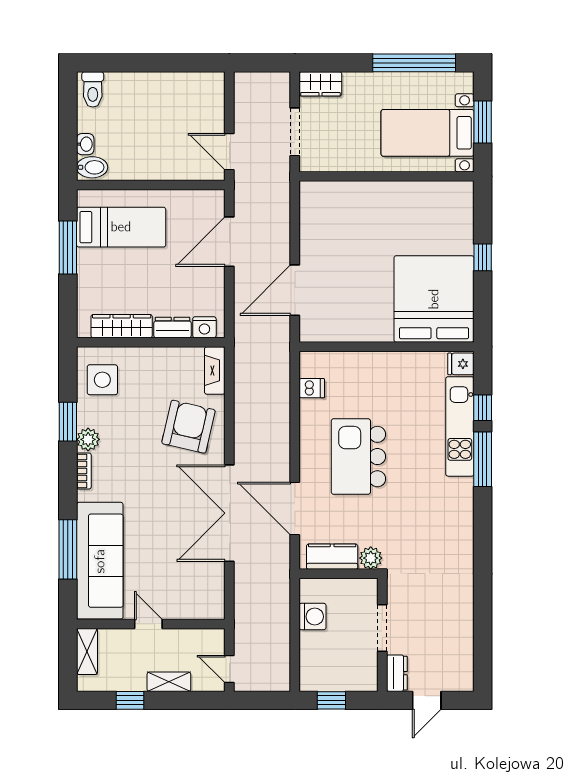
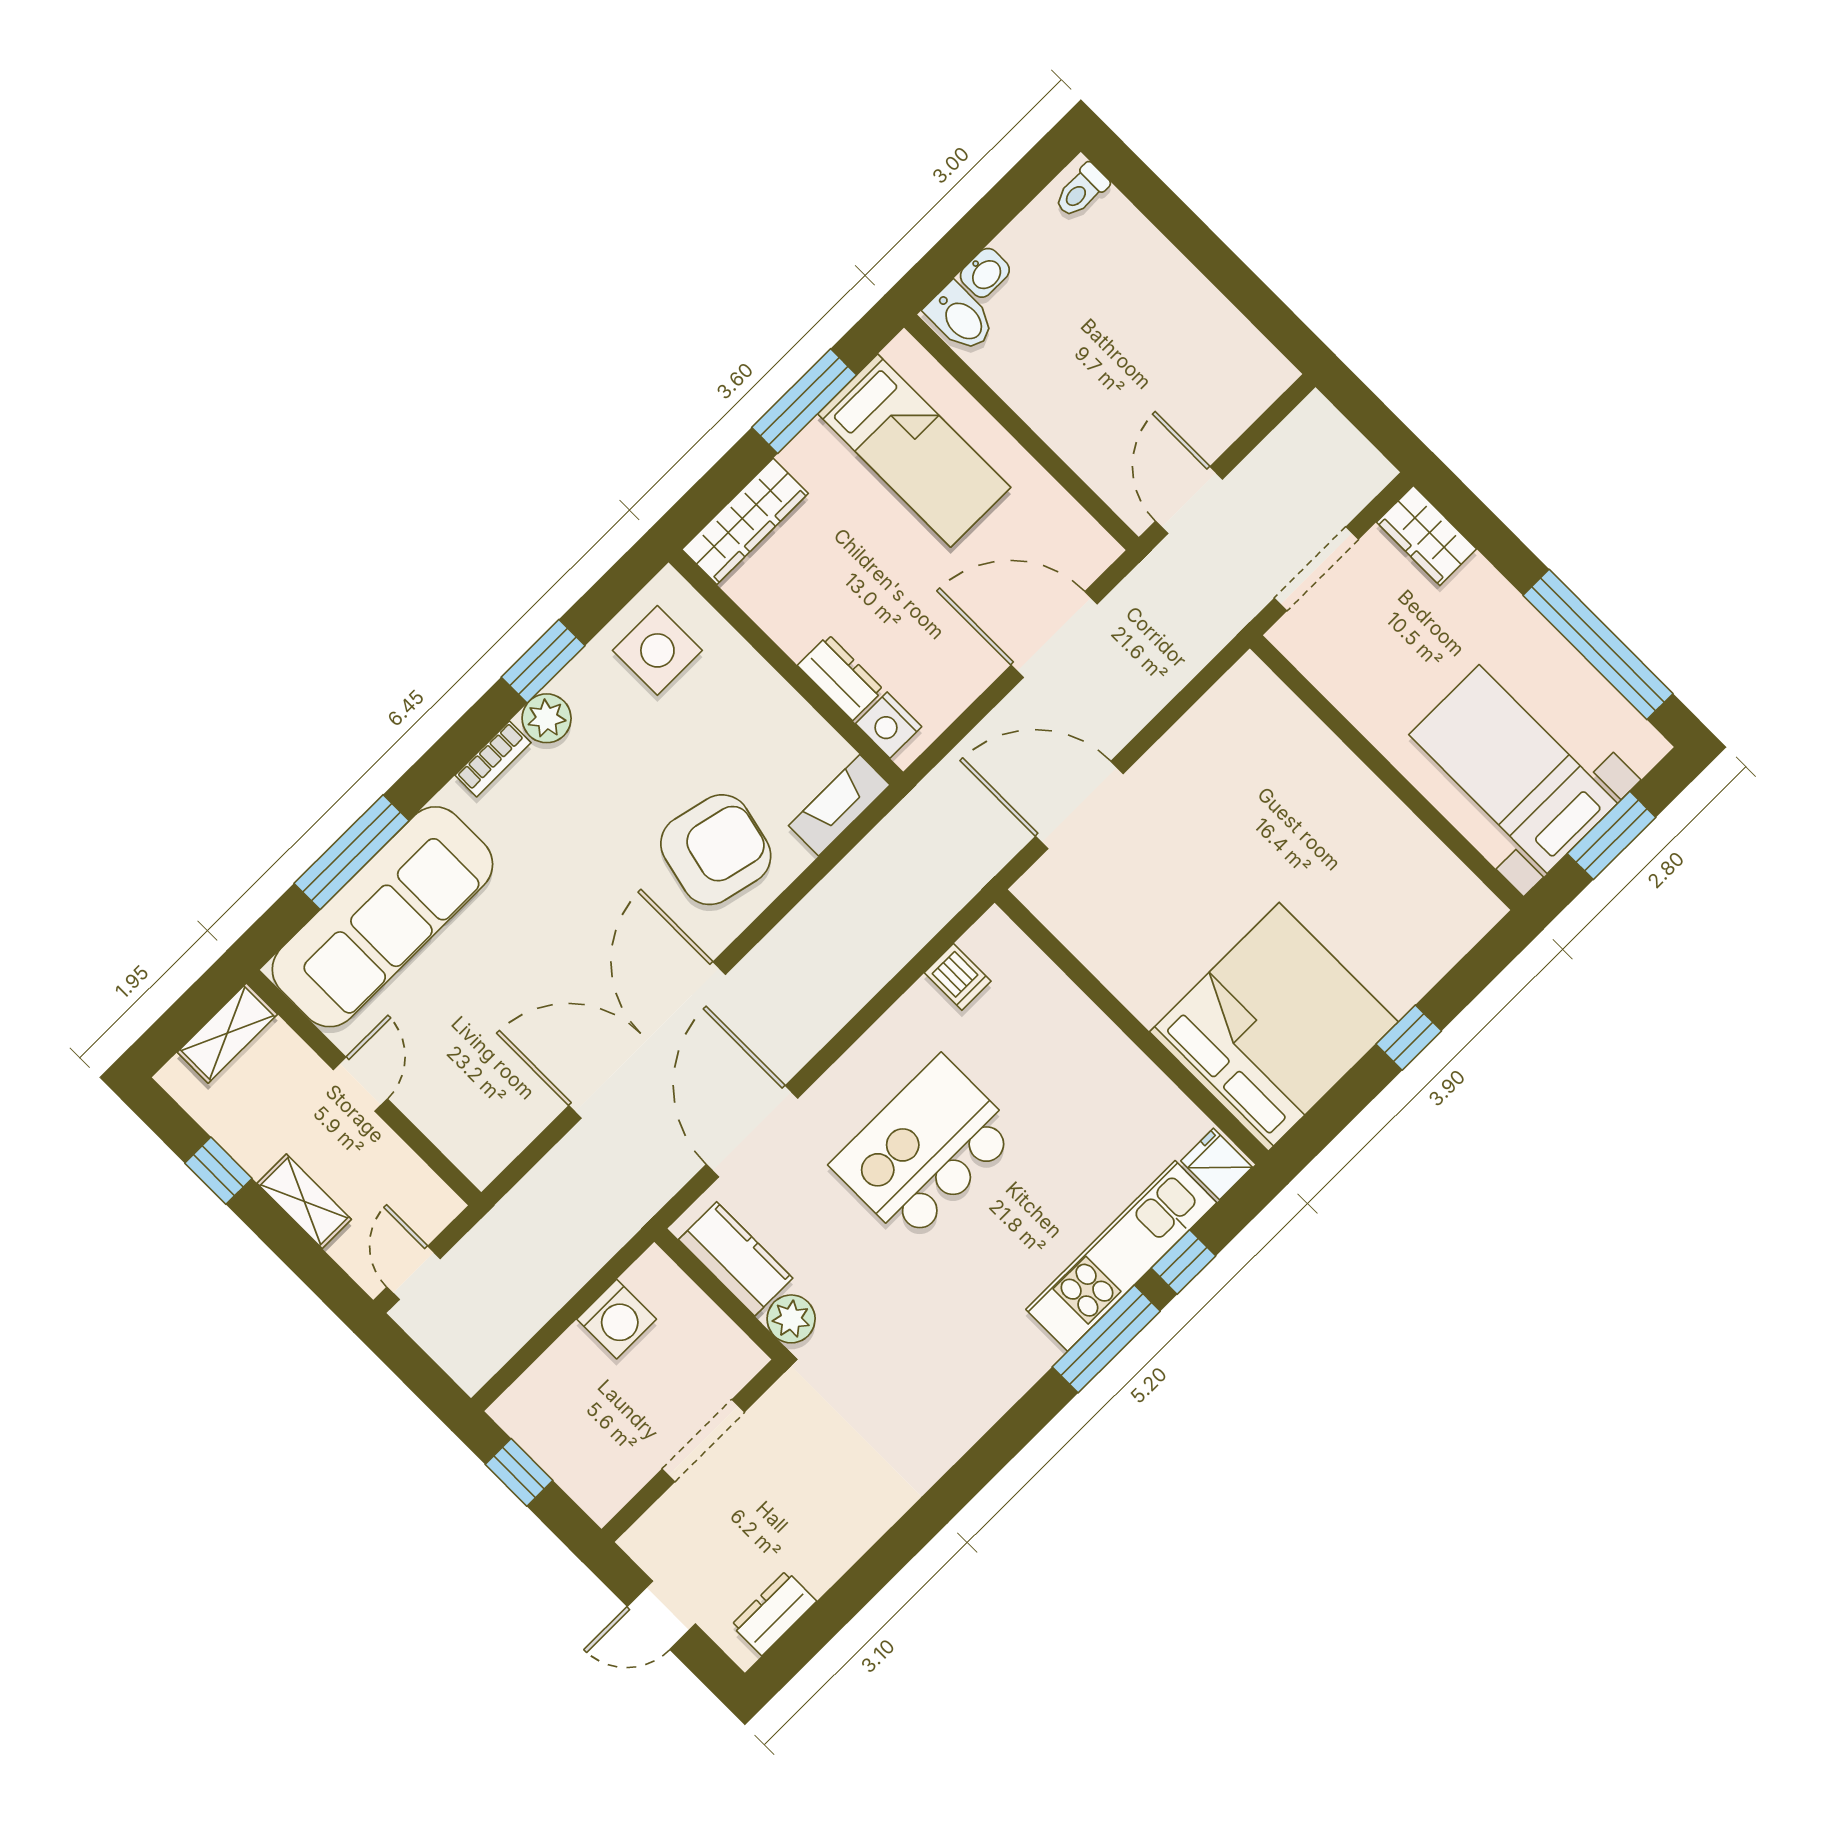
toilet: (93, 89) -> (1081, 191), width x0.73, depth x0.72
wardrobe: (122, 326) -> (745, 521), moved, turned 90
dresser: (397, 673) -> (774, 1613), moved, turned 180

